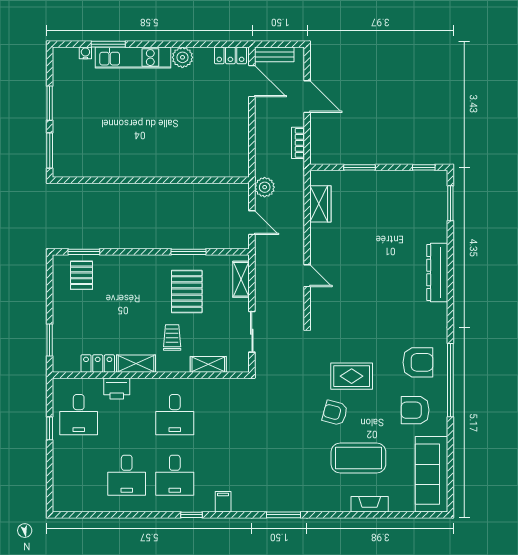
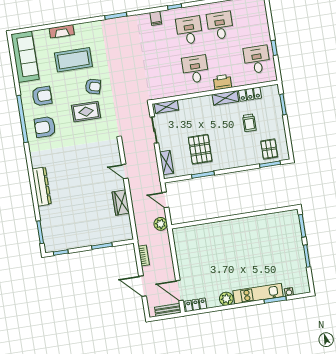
wardrobe: (320, 204) -> (121, 202), moved
trolley: (172, 338) -> (249, 123), moved
shelving: (208, 364) -> (166, 107), moved
printer: (117, 388) -> (222, 82), moved

